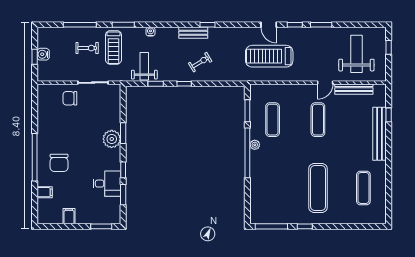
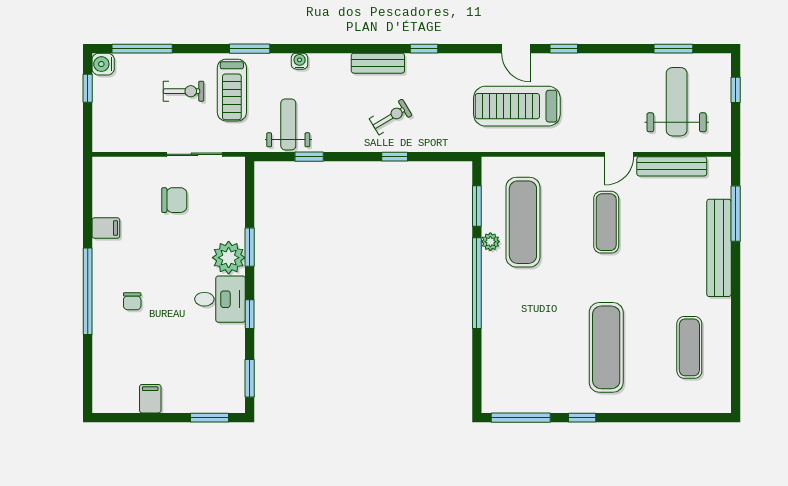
window: (80, 25) -> (142, 49), moved
window: (207, 25) -> (424, 49), moved
window: (321, 25) -> (673, 49), moved
water cooler: (43, 54) -> (103, 64), moved
window: (35, 57) -> (88, 88), moved
window: (184, 84) -> (395, 157), moved
chair: (70, 98) -> (174, 200), moved, turned 180
window: (389, 115) -> (736, 214), width x2.17
exercise mat: (273, 120) -> (523, 222), width x1.36, depth x1.45
plant: (255, 145) -> (490, 242), moved
chair: (59, 163) -> (132, 301), width x0.54, depth x0.54
desk: (107, 184) -> (220, 299), moved
filing cabinet: (45, 192) -> (106, 228), moved
window: (123, 195) -> (250, 378), moved

